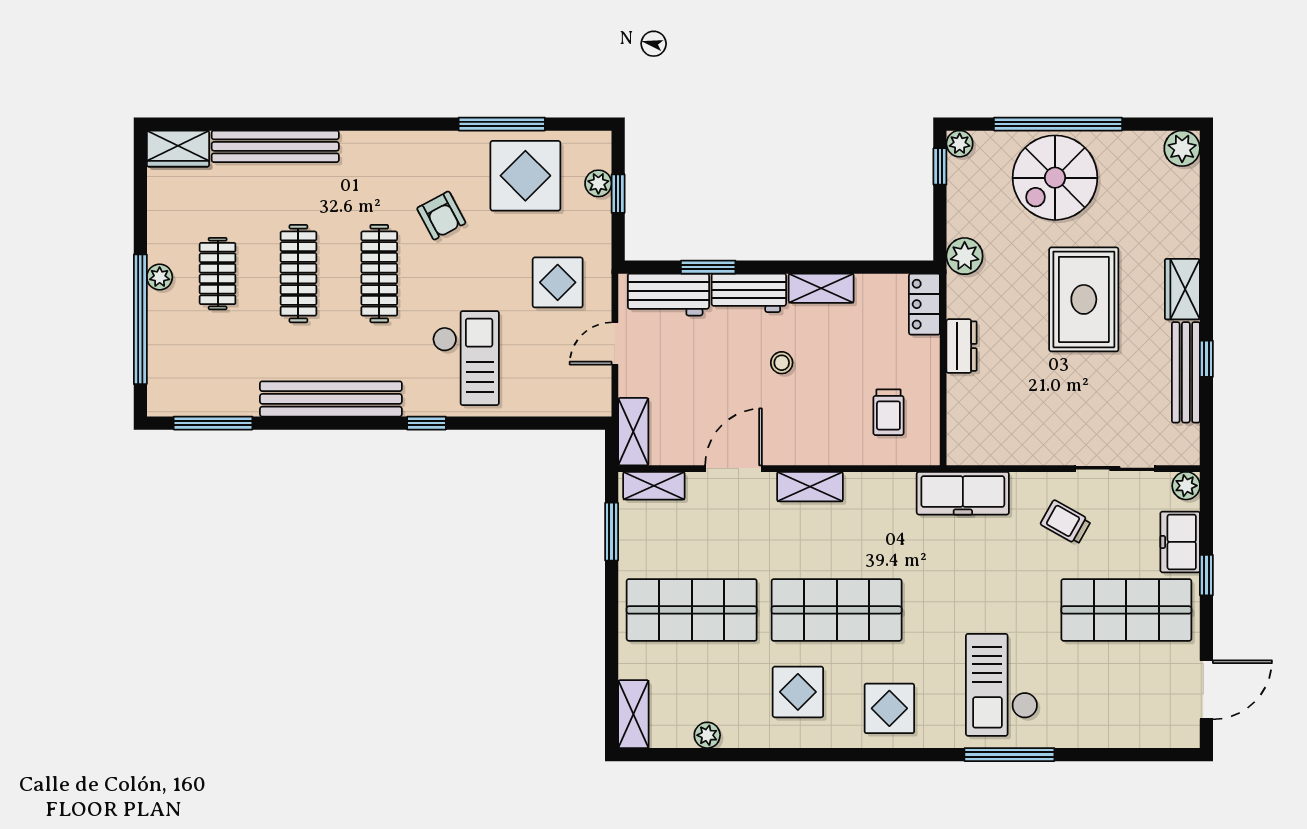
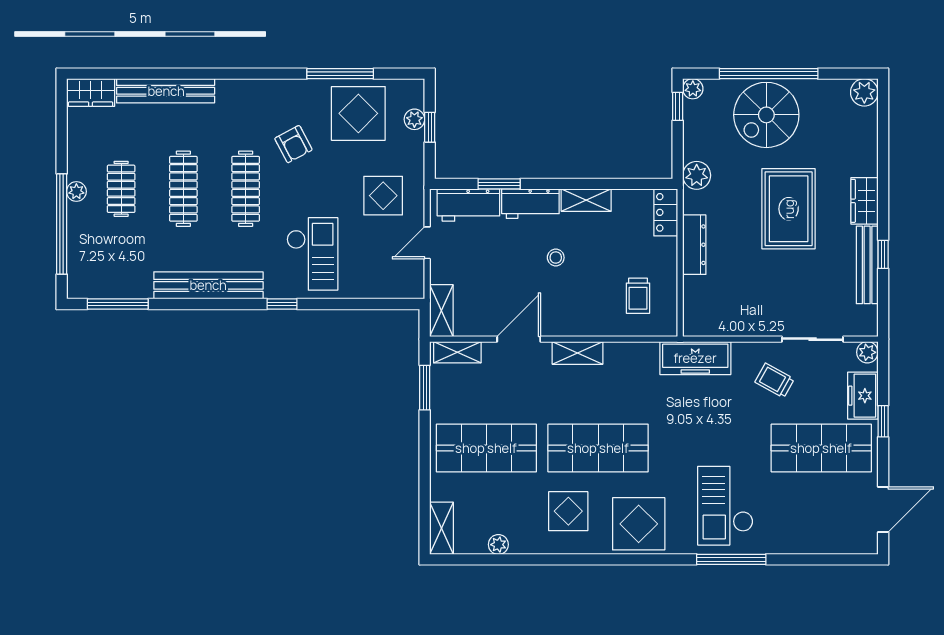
dresser: (962, 346) -> (694, 245), width x1.44
display table: (889, 708) -> (639, 524), width x1.36, depth x1.36

